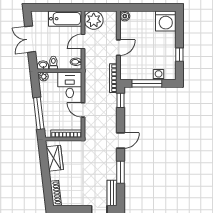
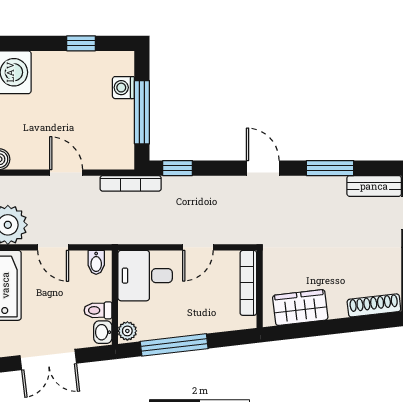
window: (39, 113) -> (174, 345), moved

